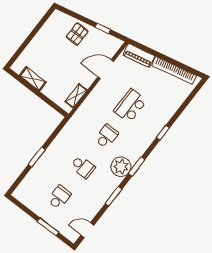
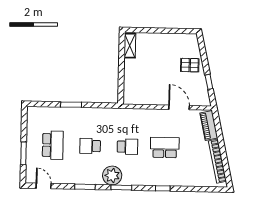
shelving: (33, 79) -> (130, 46), moved
shelving: (76, 96) -> (141, 100), removed
school desk: (83, 167) -> (90, 146), turned 90
school desk: (59, 197) -> (53, 145), width x1.85

